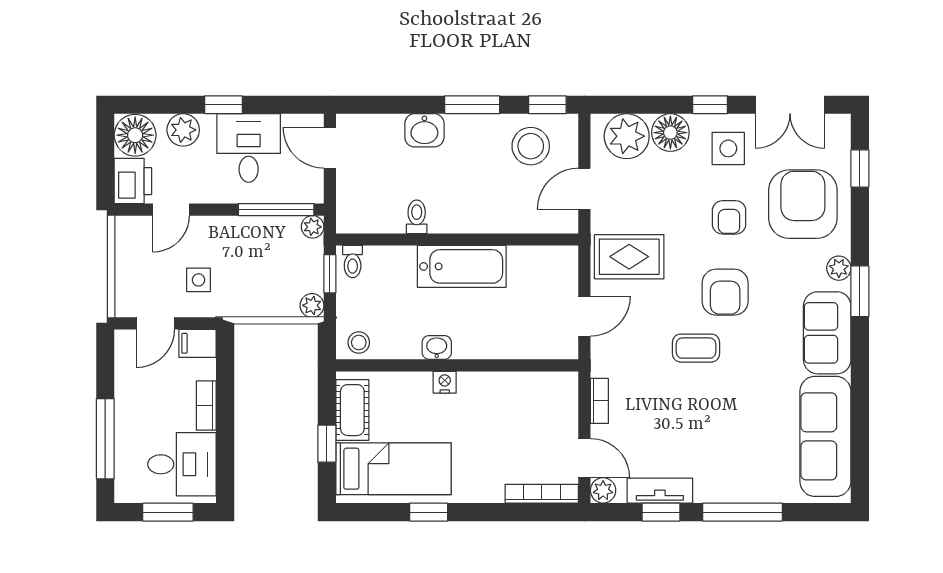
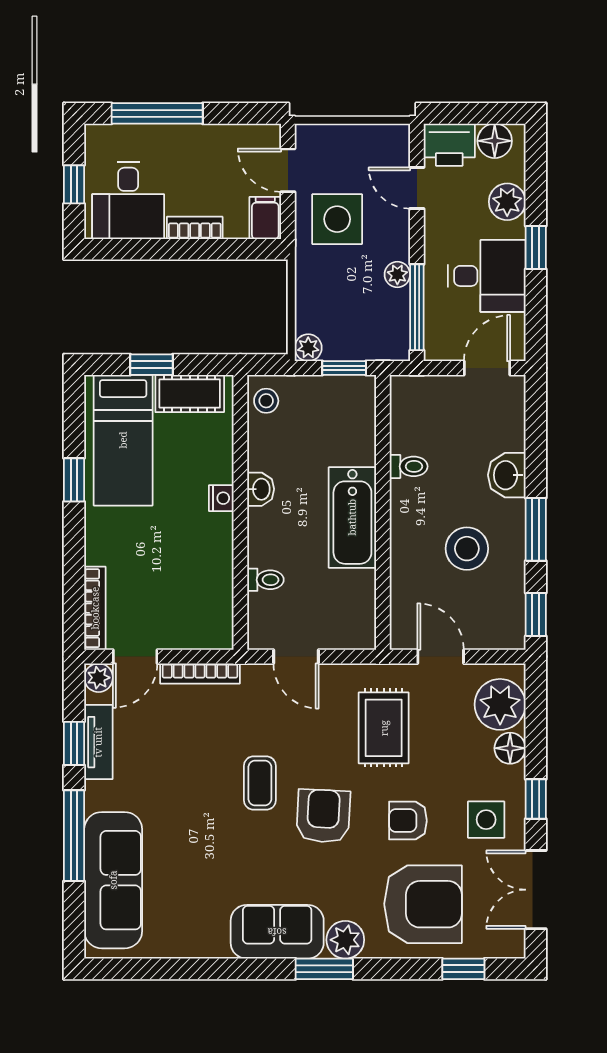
floor lamp: (670, 133) -> (510, 748), width x0.73, depth x0.73
floor lamp: (135, 135) -> (495, 141), width x0.73, depth x0.73
stool: (531, 146) -> (467, 549), moved
plant: (313, 227) -> (397, 275), moved
rug: (629, 257) -> (384, 728), moved
toilet: (353, 262) -> (265, 580), moved, turned 180
plant: (839, 268) -> (345, 940), width x1.38, depth x1.38
side table: (199, 280) -> (337, 219), width x1.87, depth x1.87
armchair: (725, 292) -> (323, 816), turned 93
bookcase: (599, 401) -> (200, 674), width x1.56
sofa: (825, 436) -> (113, 880), moved, turned 90
window: (168, 512) -> (74, 184), width x0.67

